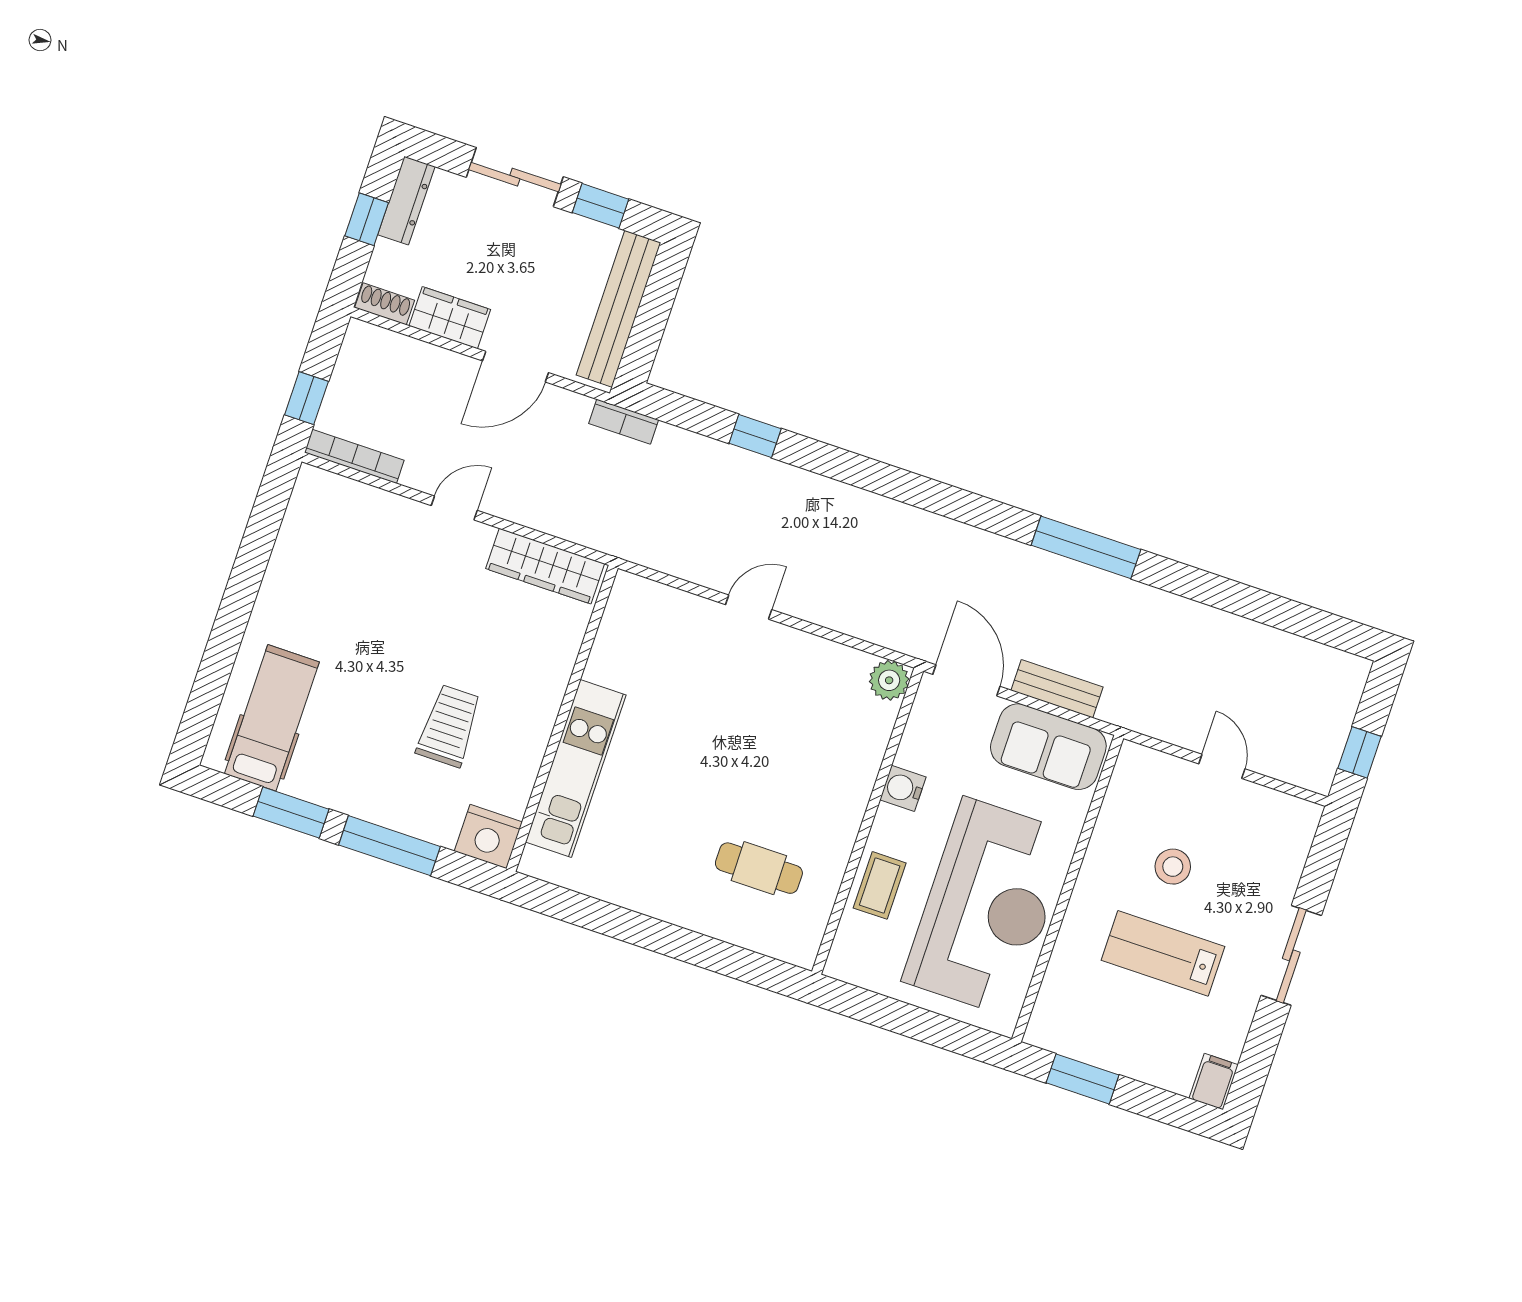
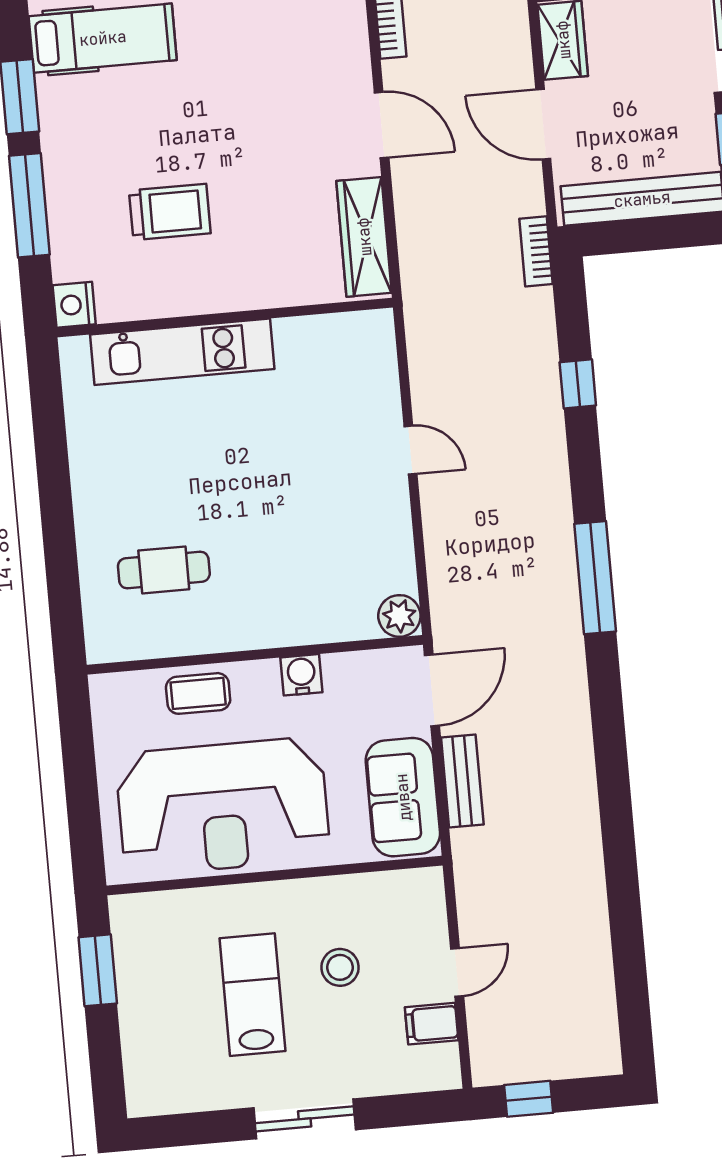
door: (454, 508) -> (382, 125), width x1.38
window: (1086, 547) -> (595, 578), moved
nightstand: (488, 837) -> (74, 305), width x0.74, depth x0.75
cafe table: (759, 868) -> (164, 570), turned 90
filing cabinet: (1214, 1082) -> (432, 1024), moved, turned 180

